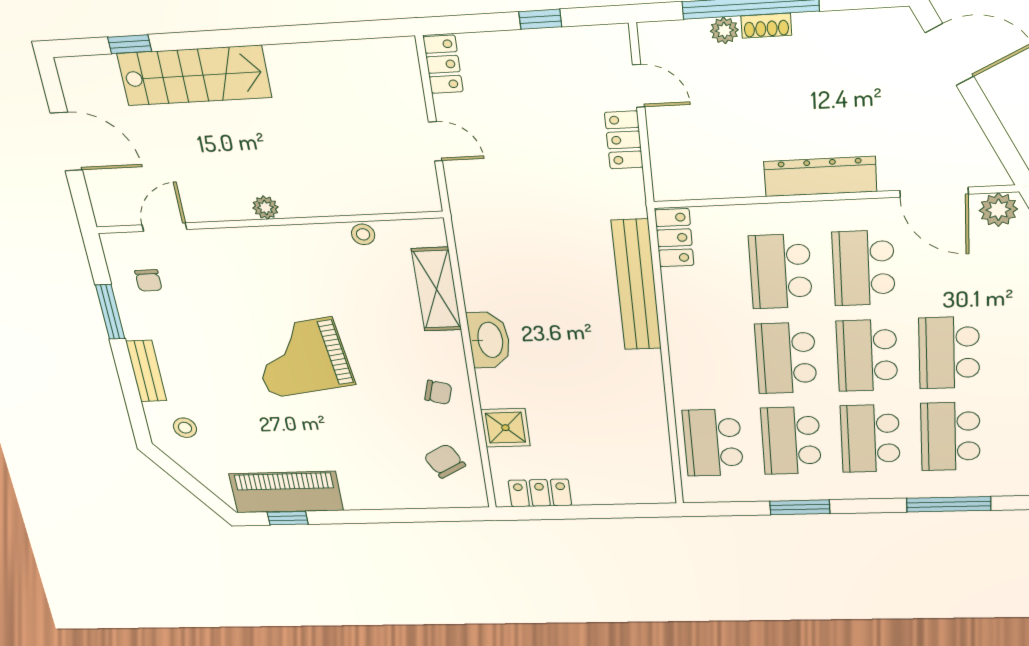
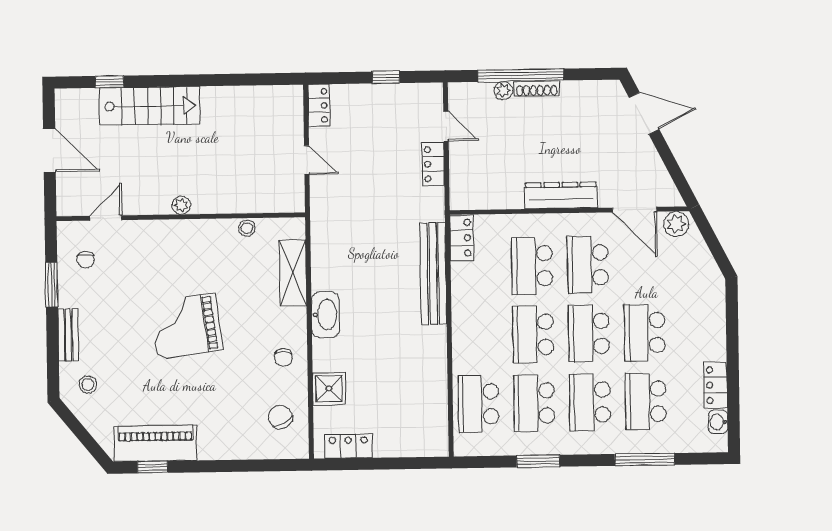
shoe rack: (766, 26) -> (537, 88), width x1.43
chair: (438, 392) -> (283, 357), turned 74

